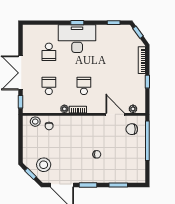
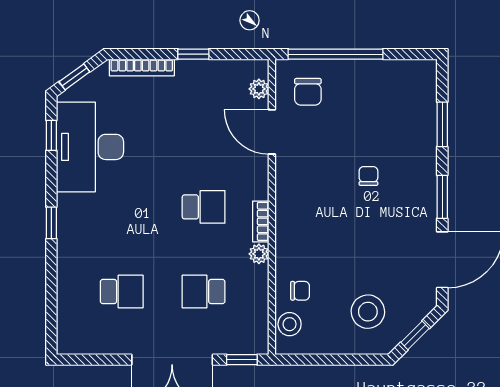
desk: (77, 39) -> (90, 147), moved
school desk: (84, 86) -> (204, 207), turned 180
door: (115, 114) -> (272, 132), hinge flipped
stool: (44, 165) -> (368, 312), moved

